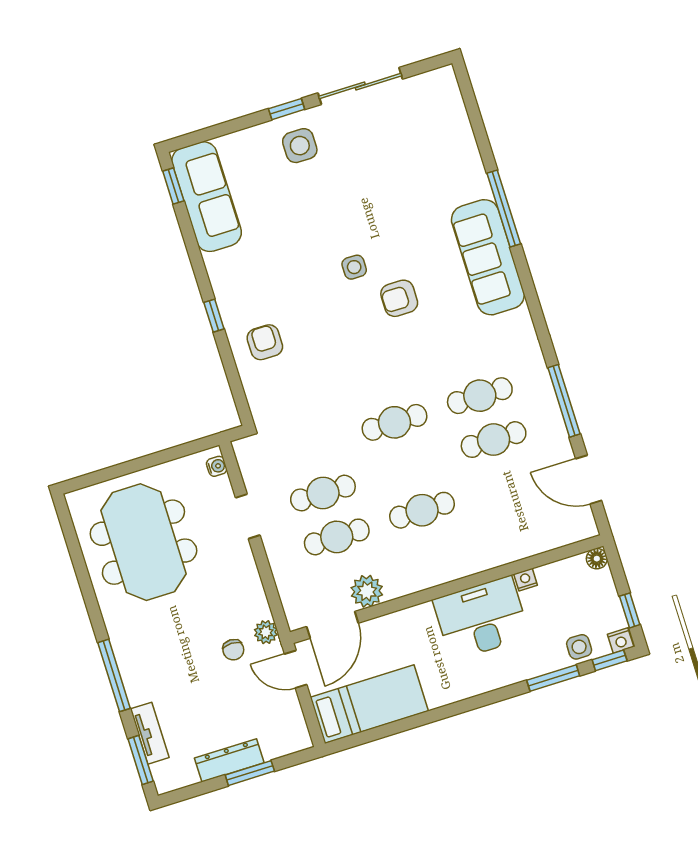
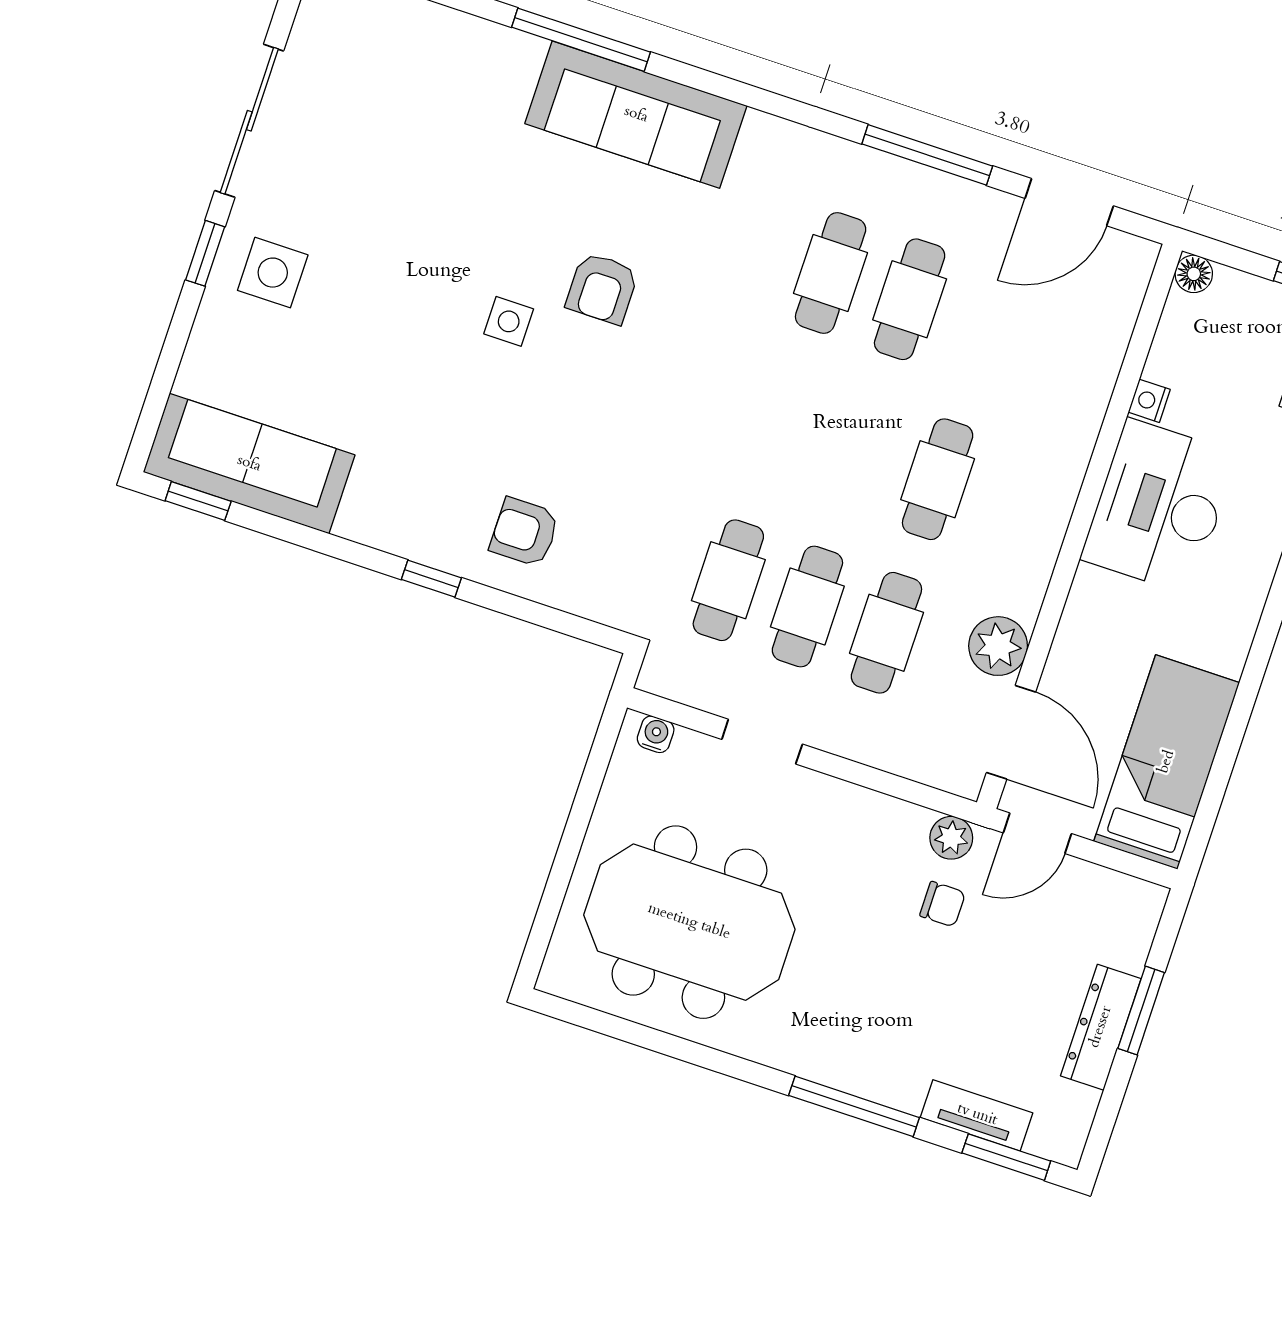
cafe table: (395, 422) -> (728, 580), moved

